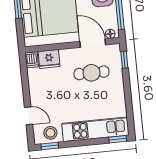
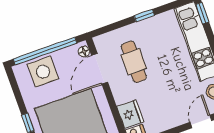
window: (124, 60) -> (144, 16), moved

